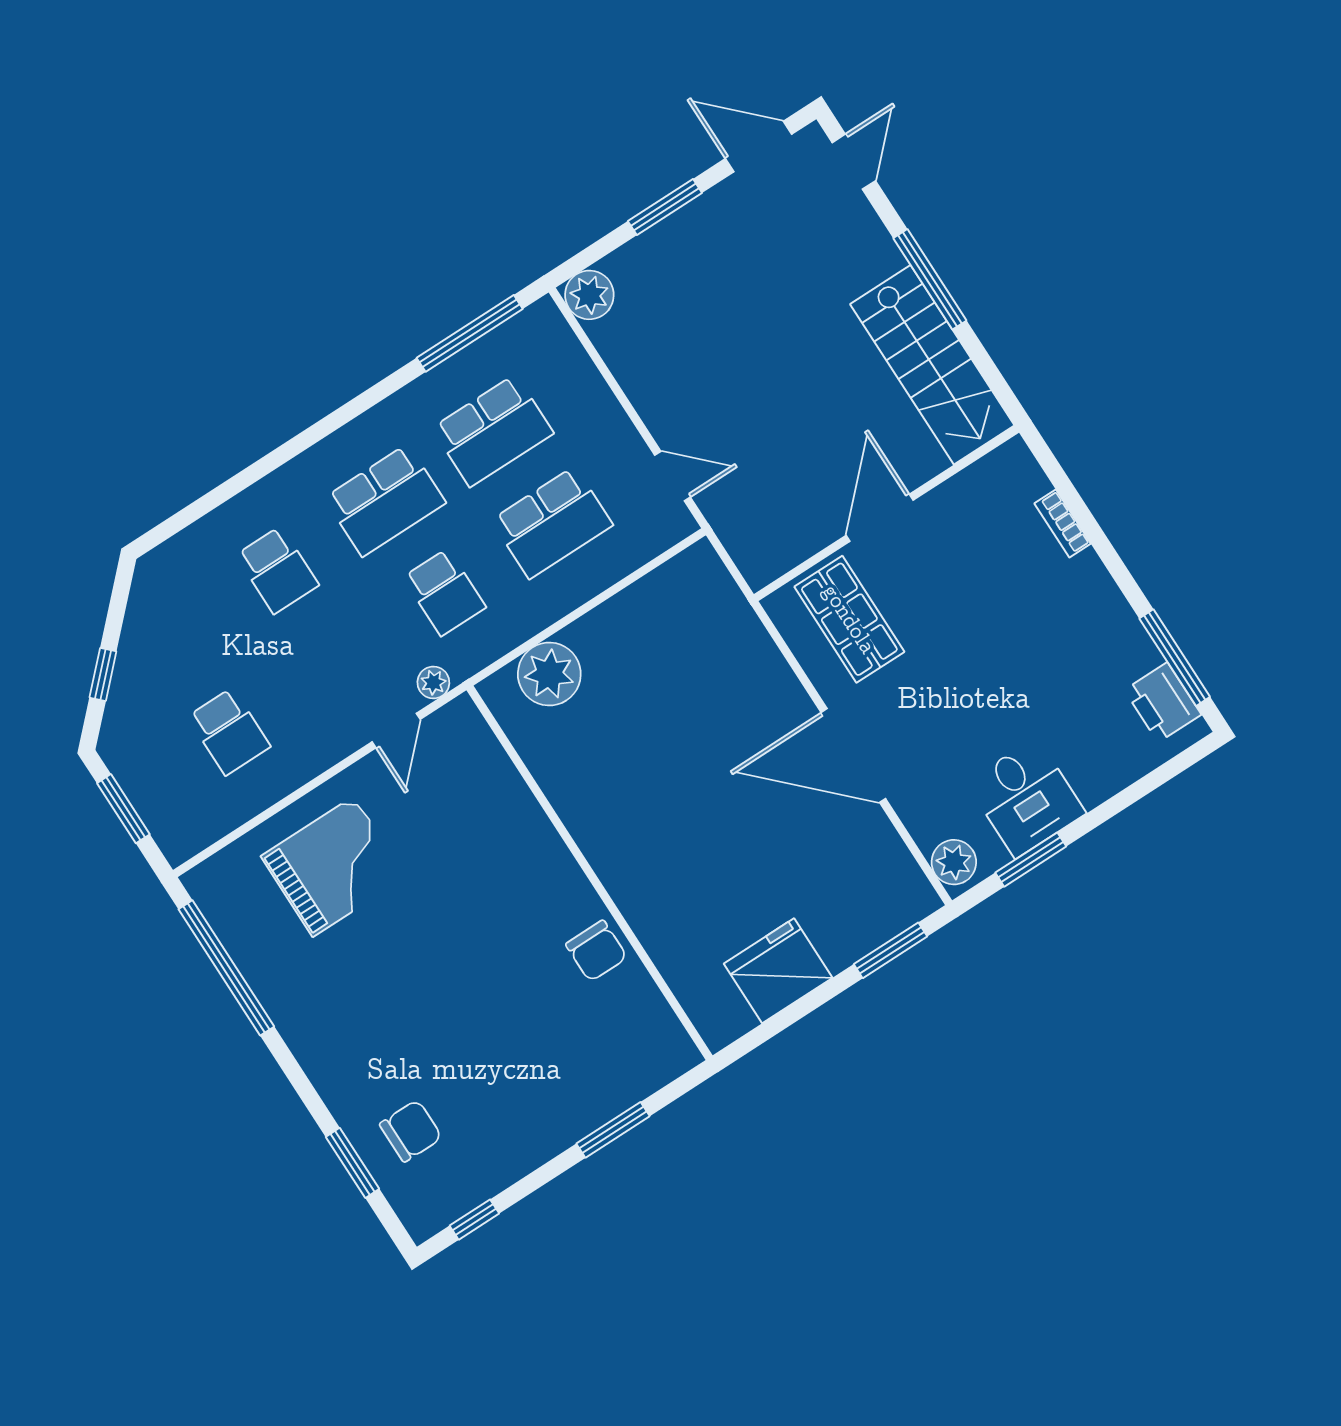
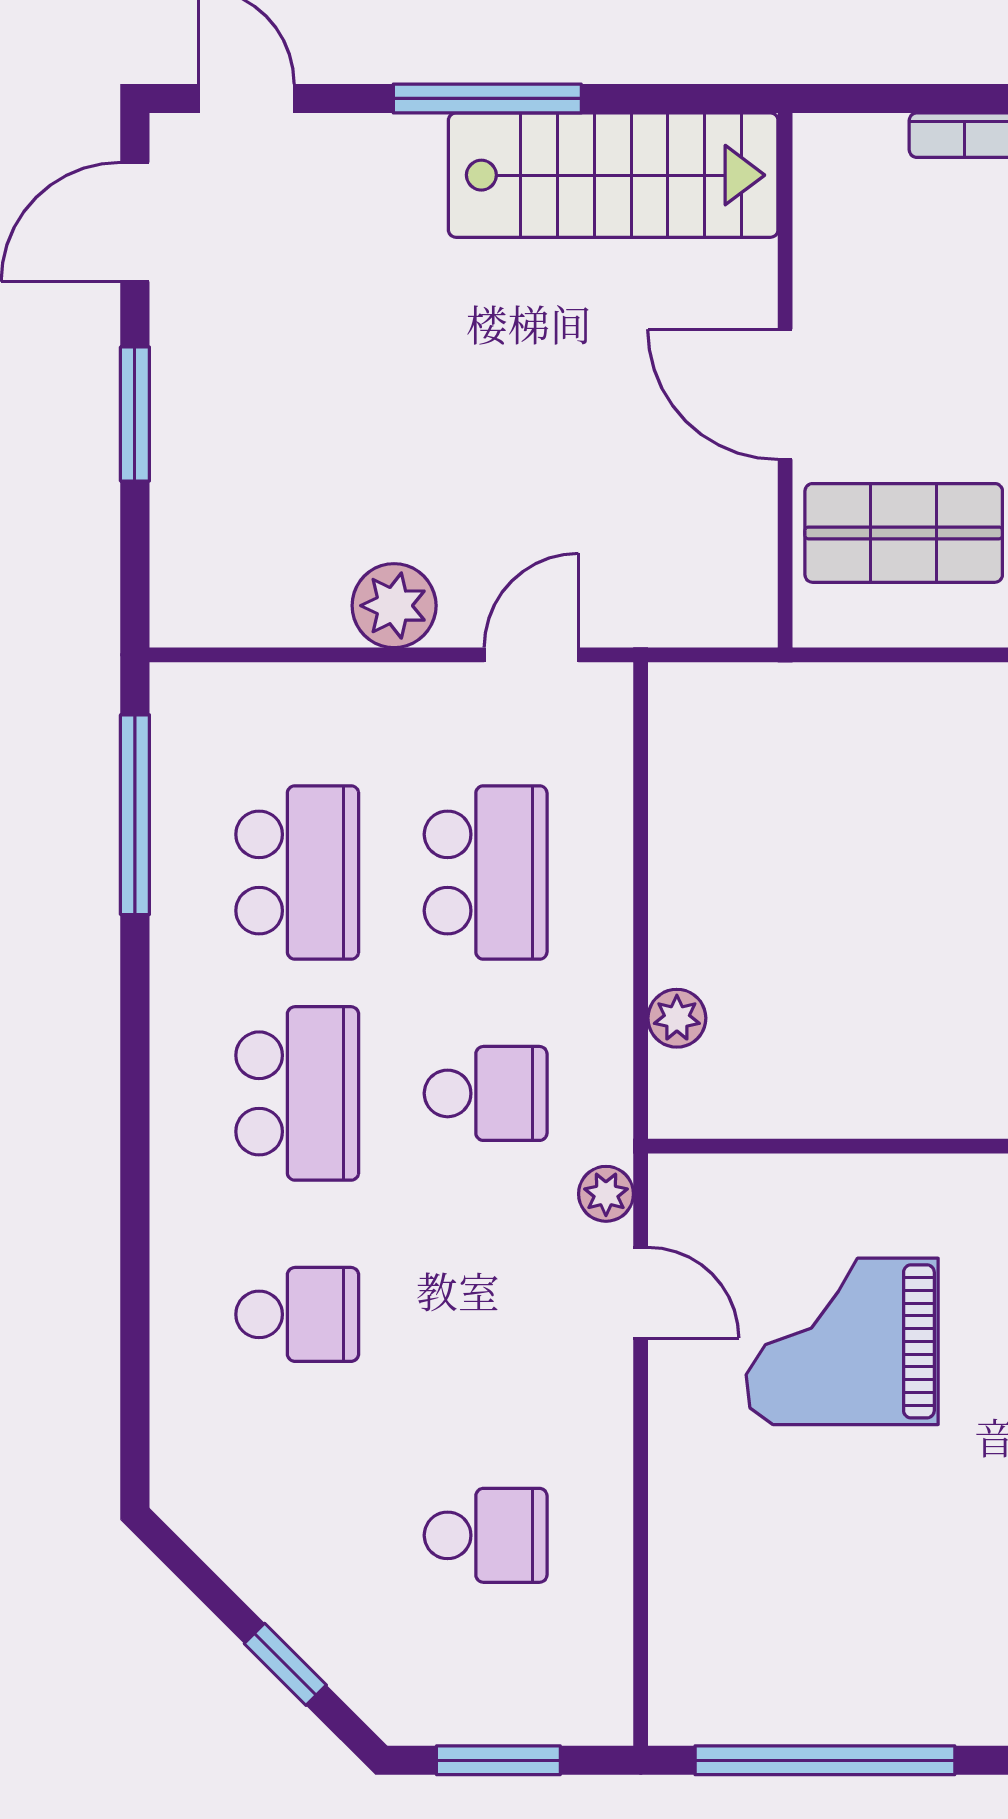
plant: (589, 295) -> (394, 606), moved
plant: (549, 674) -> (677, 1018), width x0.53, depth x0.53
grand piano: (333, 866) -> (842, 1341), moved, turned -90

